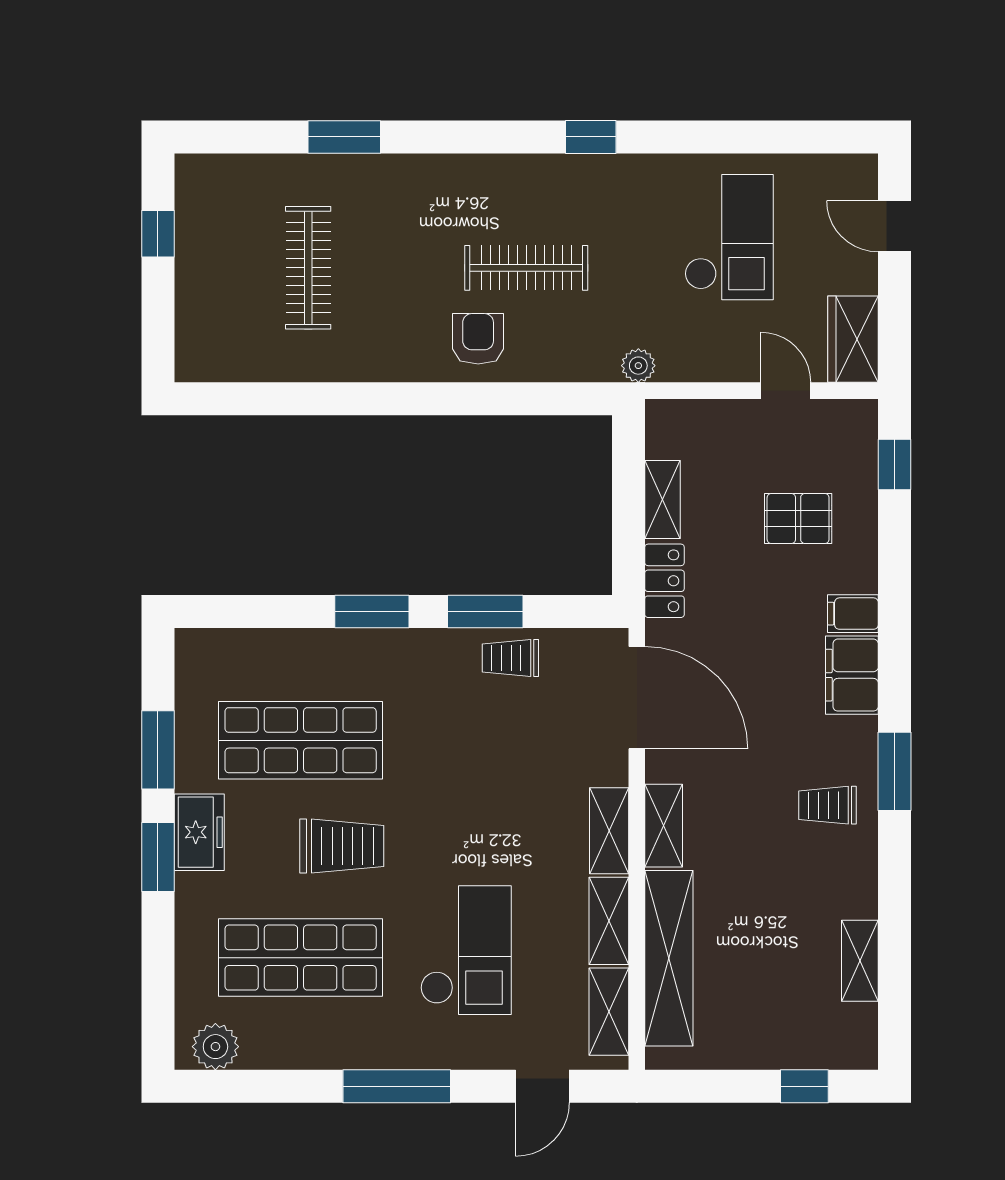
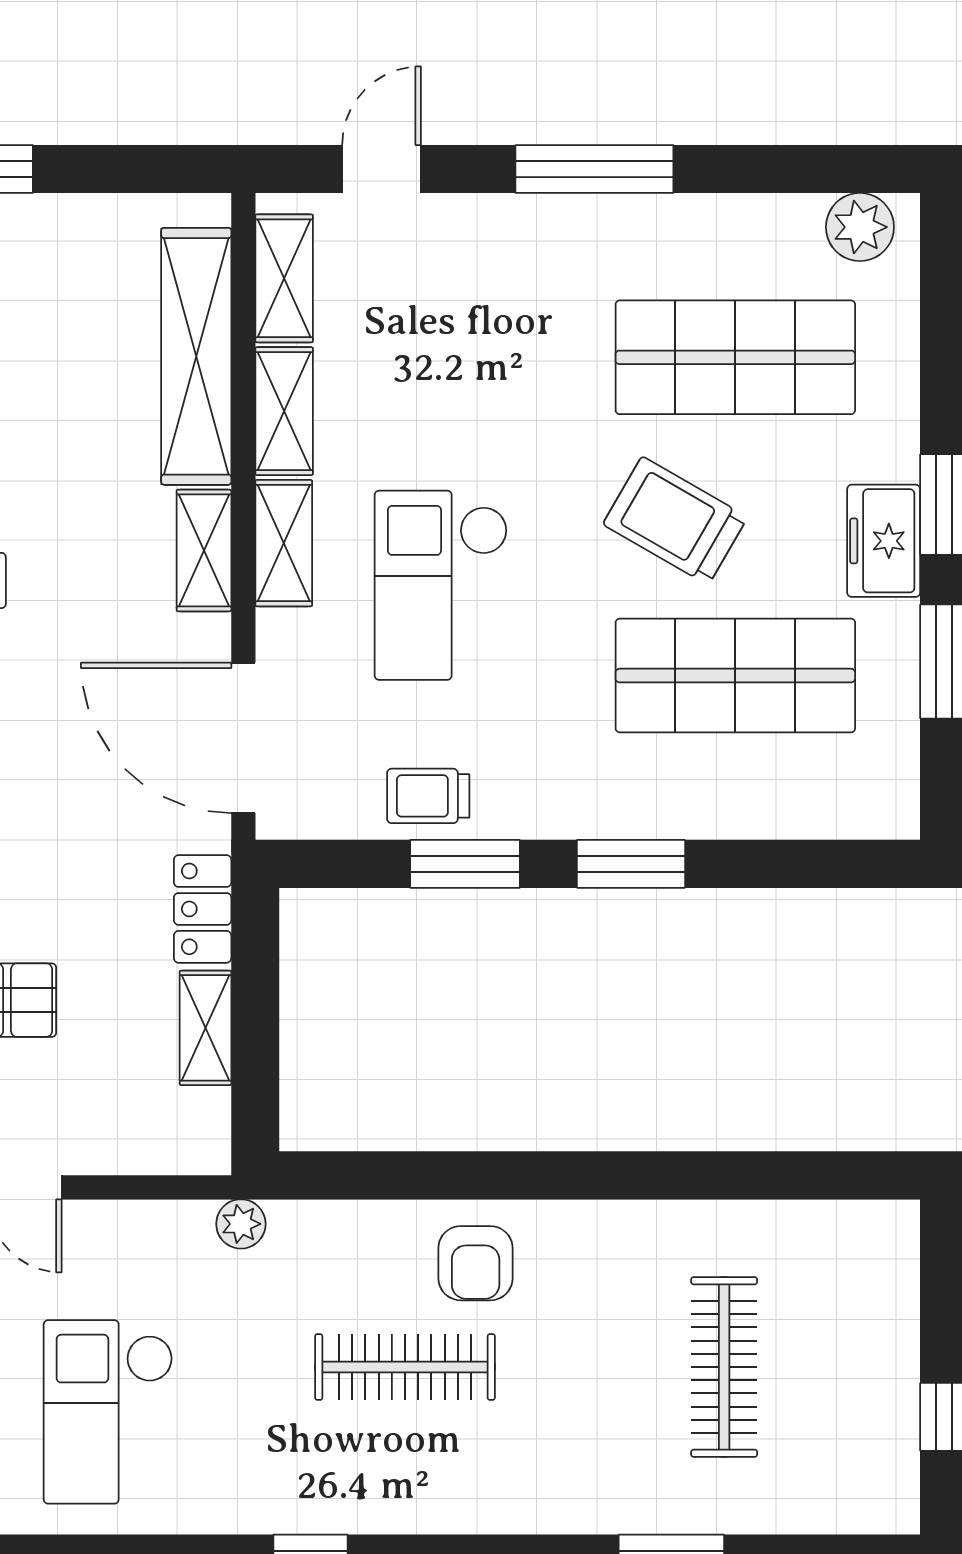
trolley: (510, 658) -> (428, 796), turned 180
trolley: (342, 846) -> (675, 521), turned 30
checkout: (466, 950) -> (441, 585), moved

